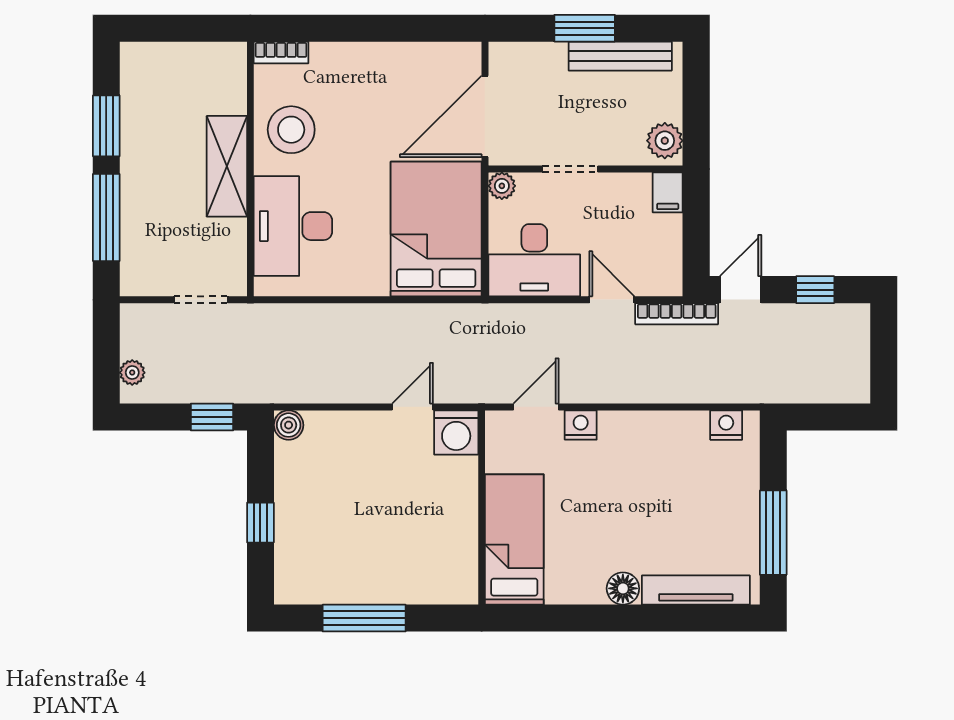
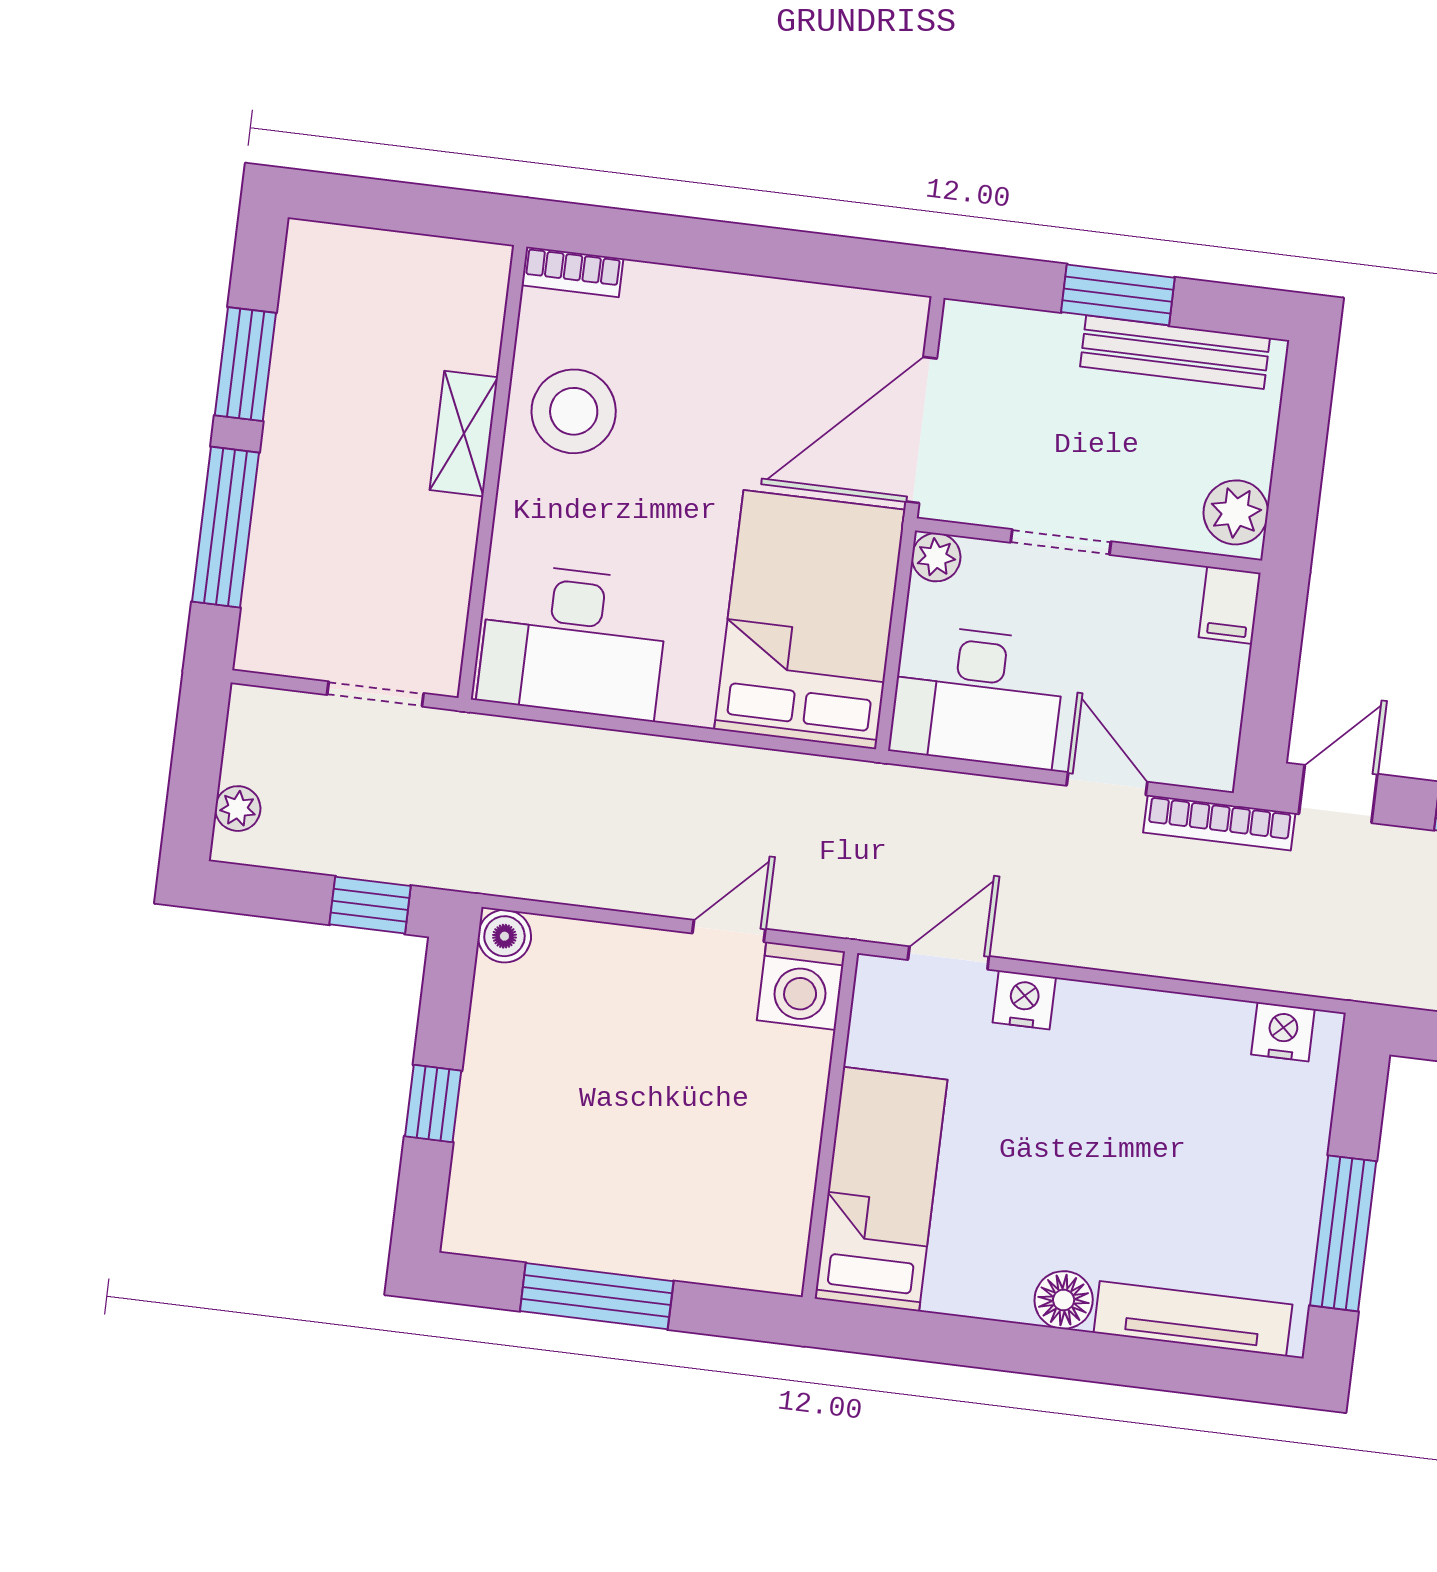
shelving: (227, 166) -> (464, 434), width x0.67, depth x0.75
desk: (293, 226) -> (573, 641), moved, turned -90

